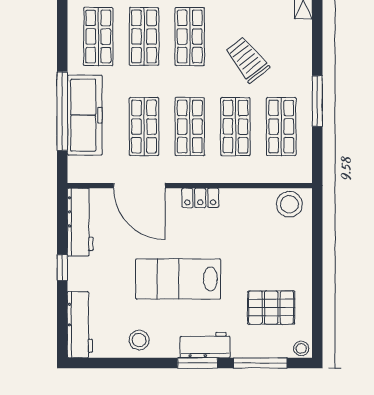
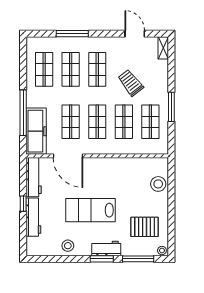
freezer: (85, 115) -> (36, 131), moved
locker: (200, 198) -> (103, 163), removed
stool: (289, 204) -> (158, 184), moved
workbench: (80, 325) -> (33, 217), moved

